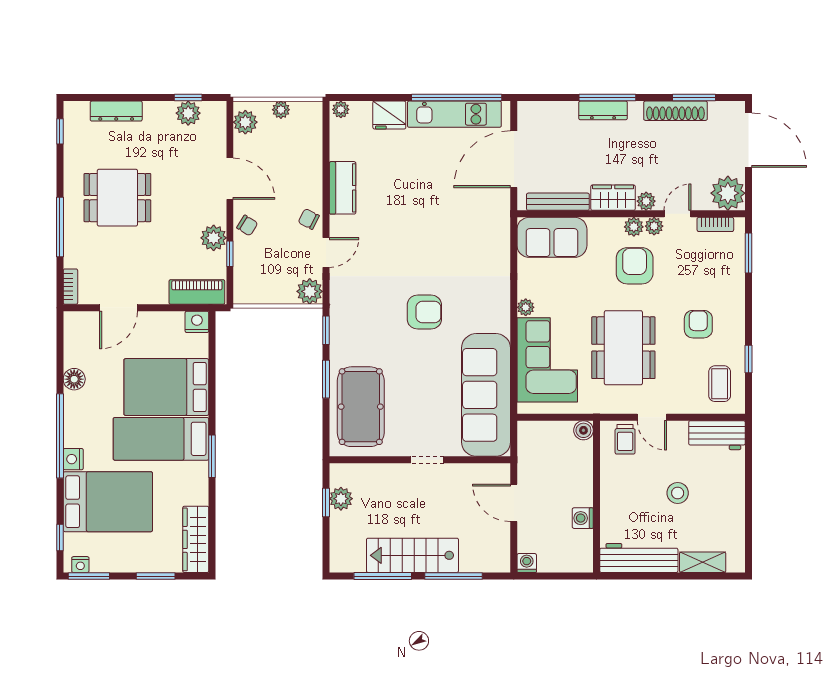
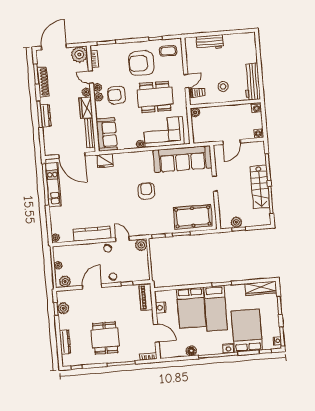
fridge: (389, 115) -> (105, 161), moved, turned 90
kitchen counter: (343, 188) -> (92, 234), width x1.50
plant: (214, 238) -> (120, 292), removed
nightstand: (197, 322) -> (161, 308), moved
armchair: (698, 324) -> (141, 63), width x1.88, depth x1.88
workbench: (717, 435) -> (210, 42), moved, turned 90
stool: (678, 493) -> (223, 86), moved
washing machine: (583, 518) -> (256, 108), moved
shelving: (703, 562) -> (252, 52), removed

